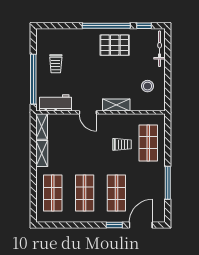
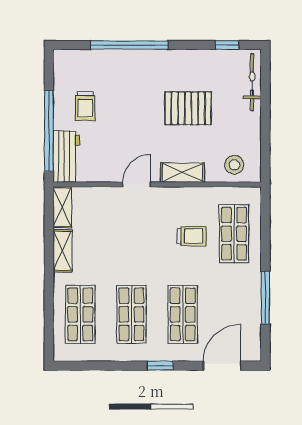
window: (106, 26) -> (129, 45), moved
pallet: (115, 45) -> (188, 108), moved
stool: (148, 86) -> (234, 165), moved
workbench: (55, 103) -> (66, 157), moved, turned 90
door: (88, 112) -> (137, 184), swing flipped
window: (114, 225) -> (160, 366), moved

